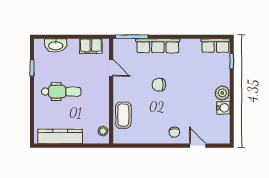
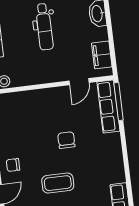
row of seats: (158, 46) -> (108, 107), moved
coffee table: (123, 115) -> (58, 183), moved

